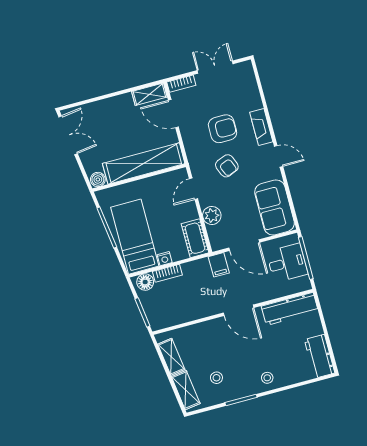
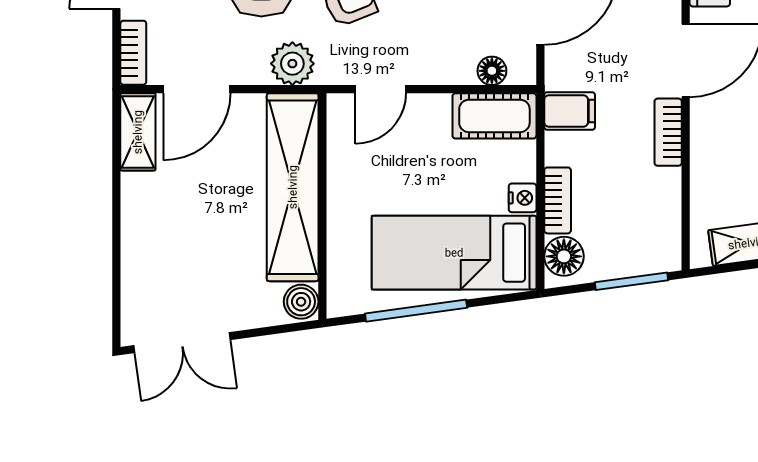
double door: (68, 135) -> (182, 343), swing flipped
door: (193, 189) -> (381, 89), hinge flipped
plant: (212, 215) -> (292, 64), moved
floor lamp: (213, 232) -> (492, 71), added
filing cabinet: (219, 265) -> (570, 111), moved
bookcase: (207, 311) -> (668, 132), added

